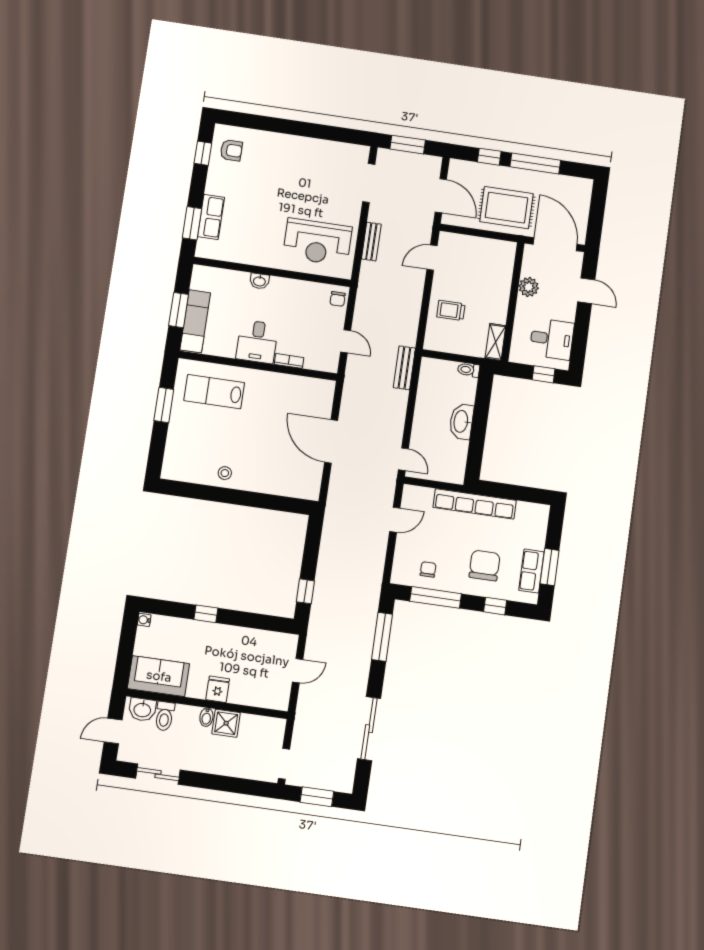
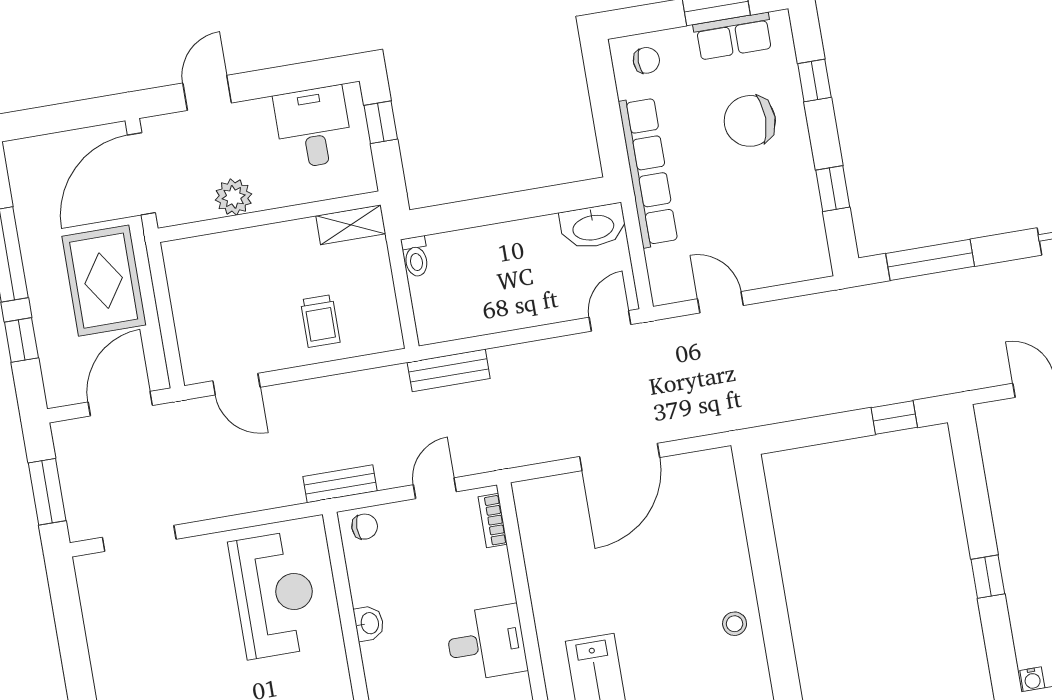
bench: (371, 242) -> (340, 484), moved
washbasin: (259, 281) -> (369, 623), moved
bookcase: (289, 361) -> (493, 521), moved
washbasin: (461, 422) -> (593, 227), moved
chair: (428, 569) -> (646, 60), moved, turned 180
window: (436, 597) -> (833, 189), width x0.46

